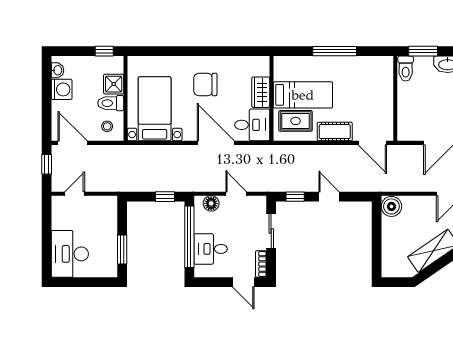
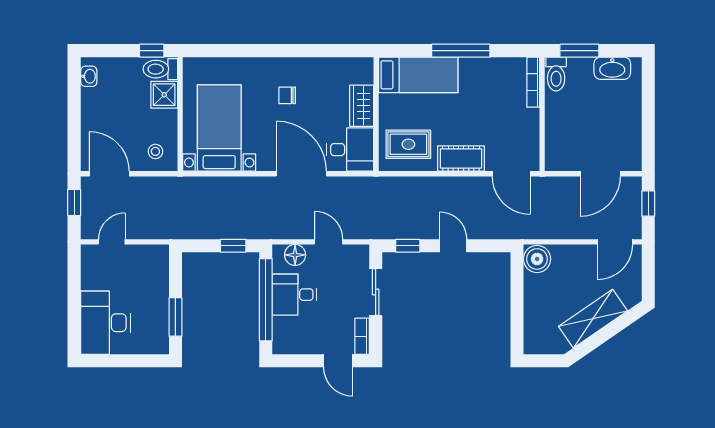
bookcase: (389, 75) -> (533, 82), added
chair: (205, 85) -> (287, 95), width x0.54, depth x0.54
washing machine: (62, 89) -> (94, 102), removed
bed: (303, 95) -> (418, 75), moved
toilet: (111, 103) -> (160, 69), moved
desk: (211, 249) -> (294, 295), moved

